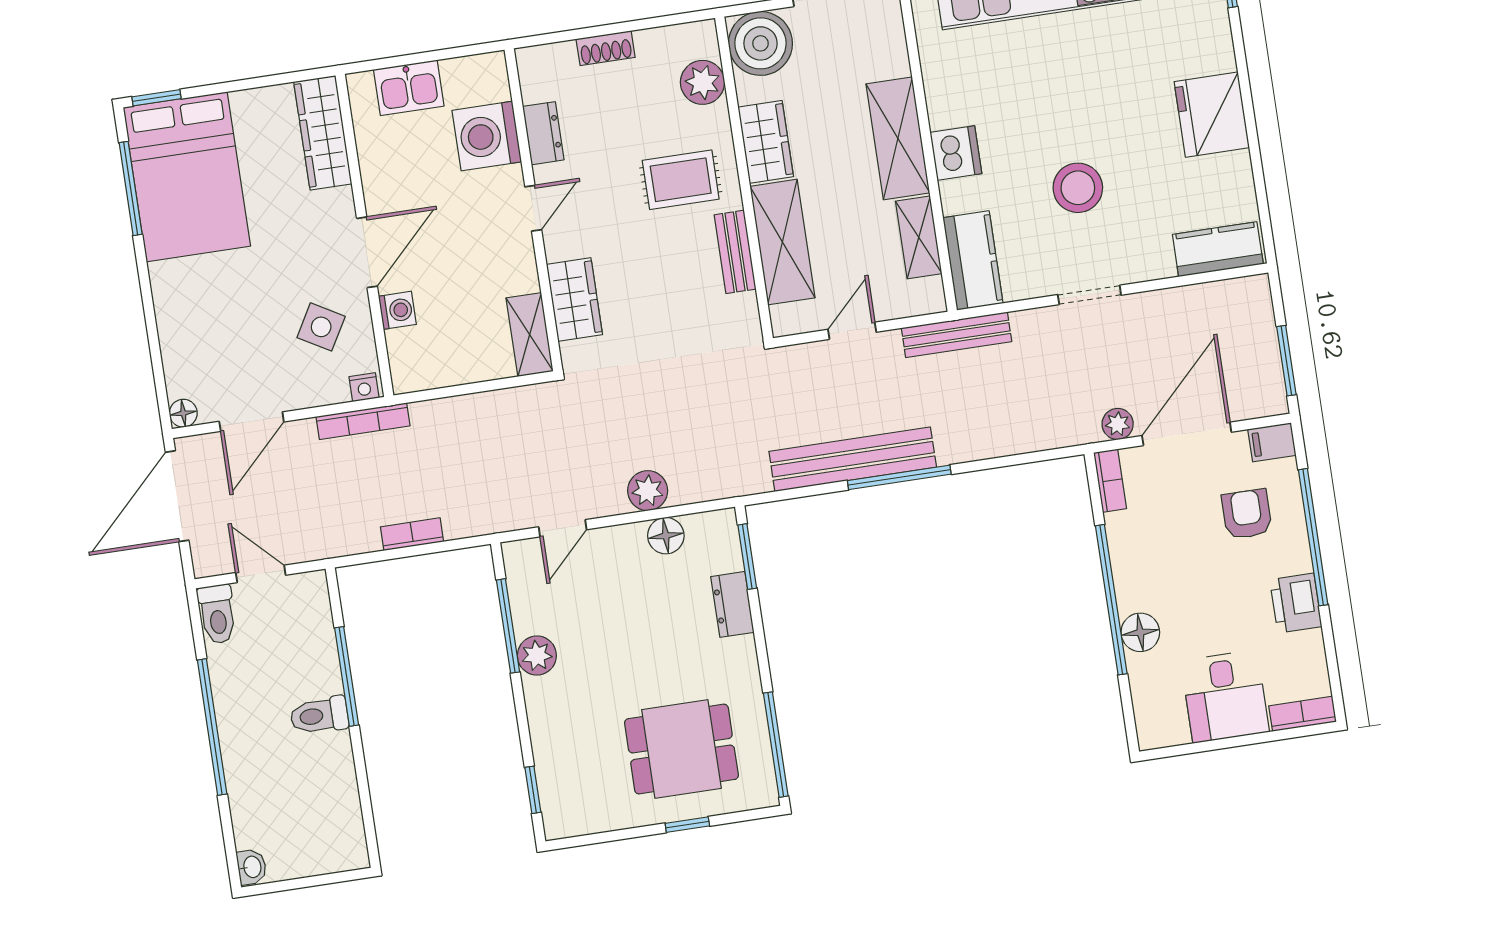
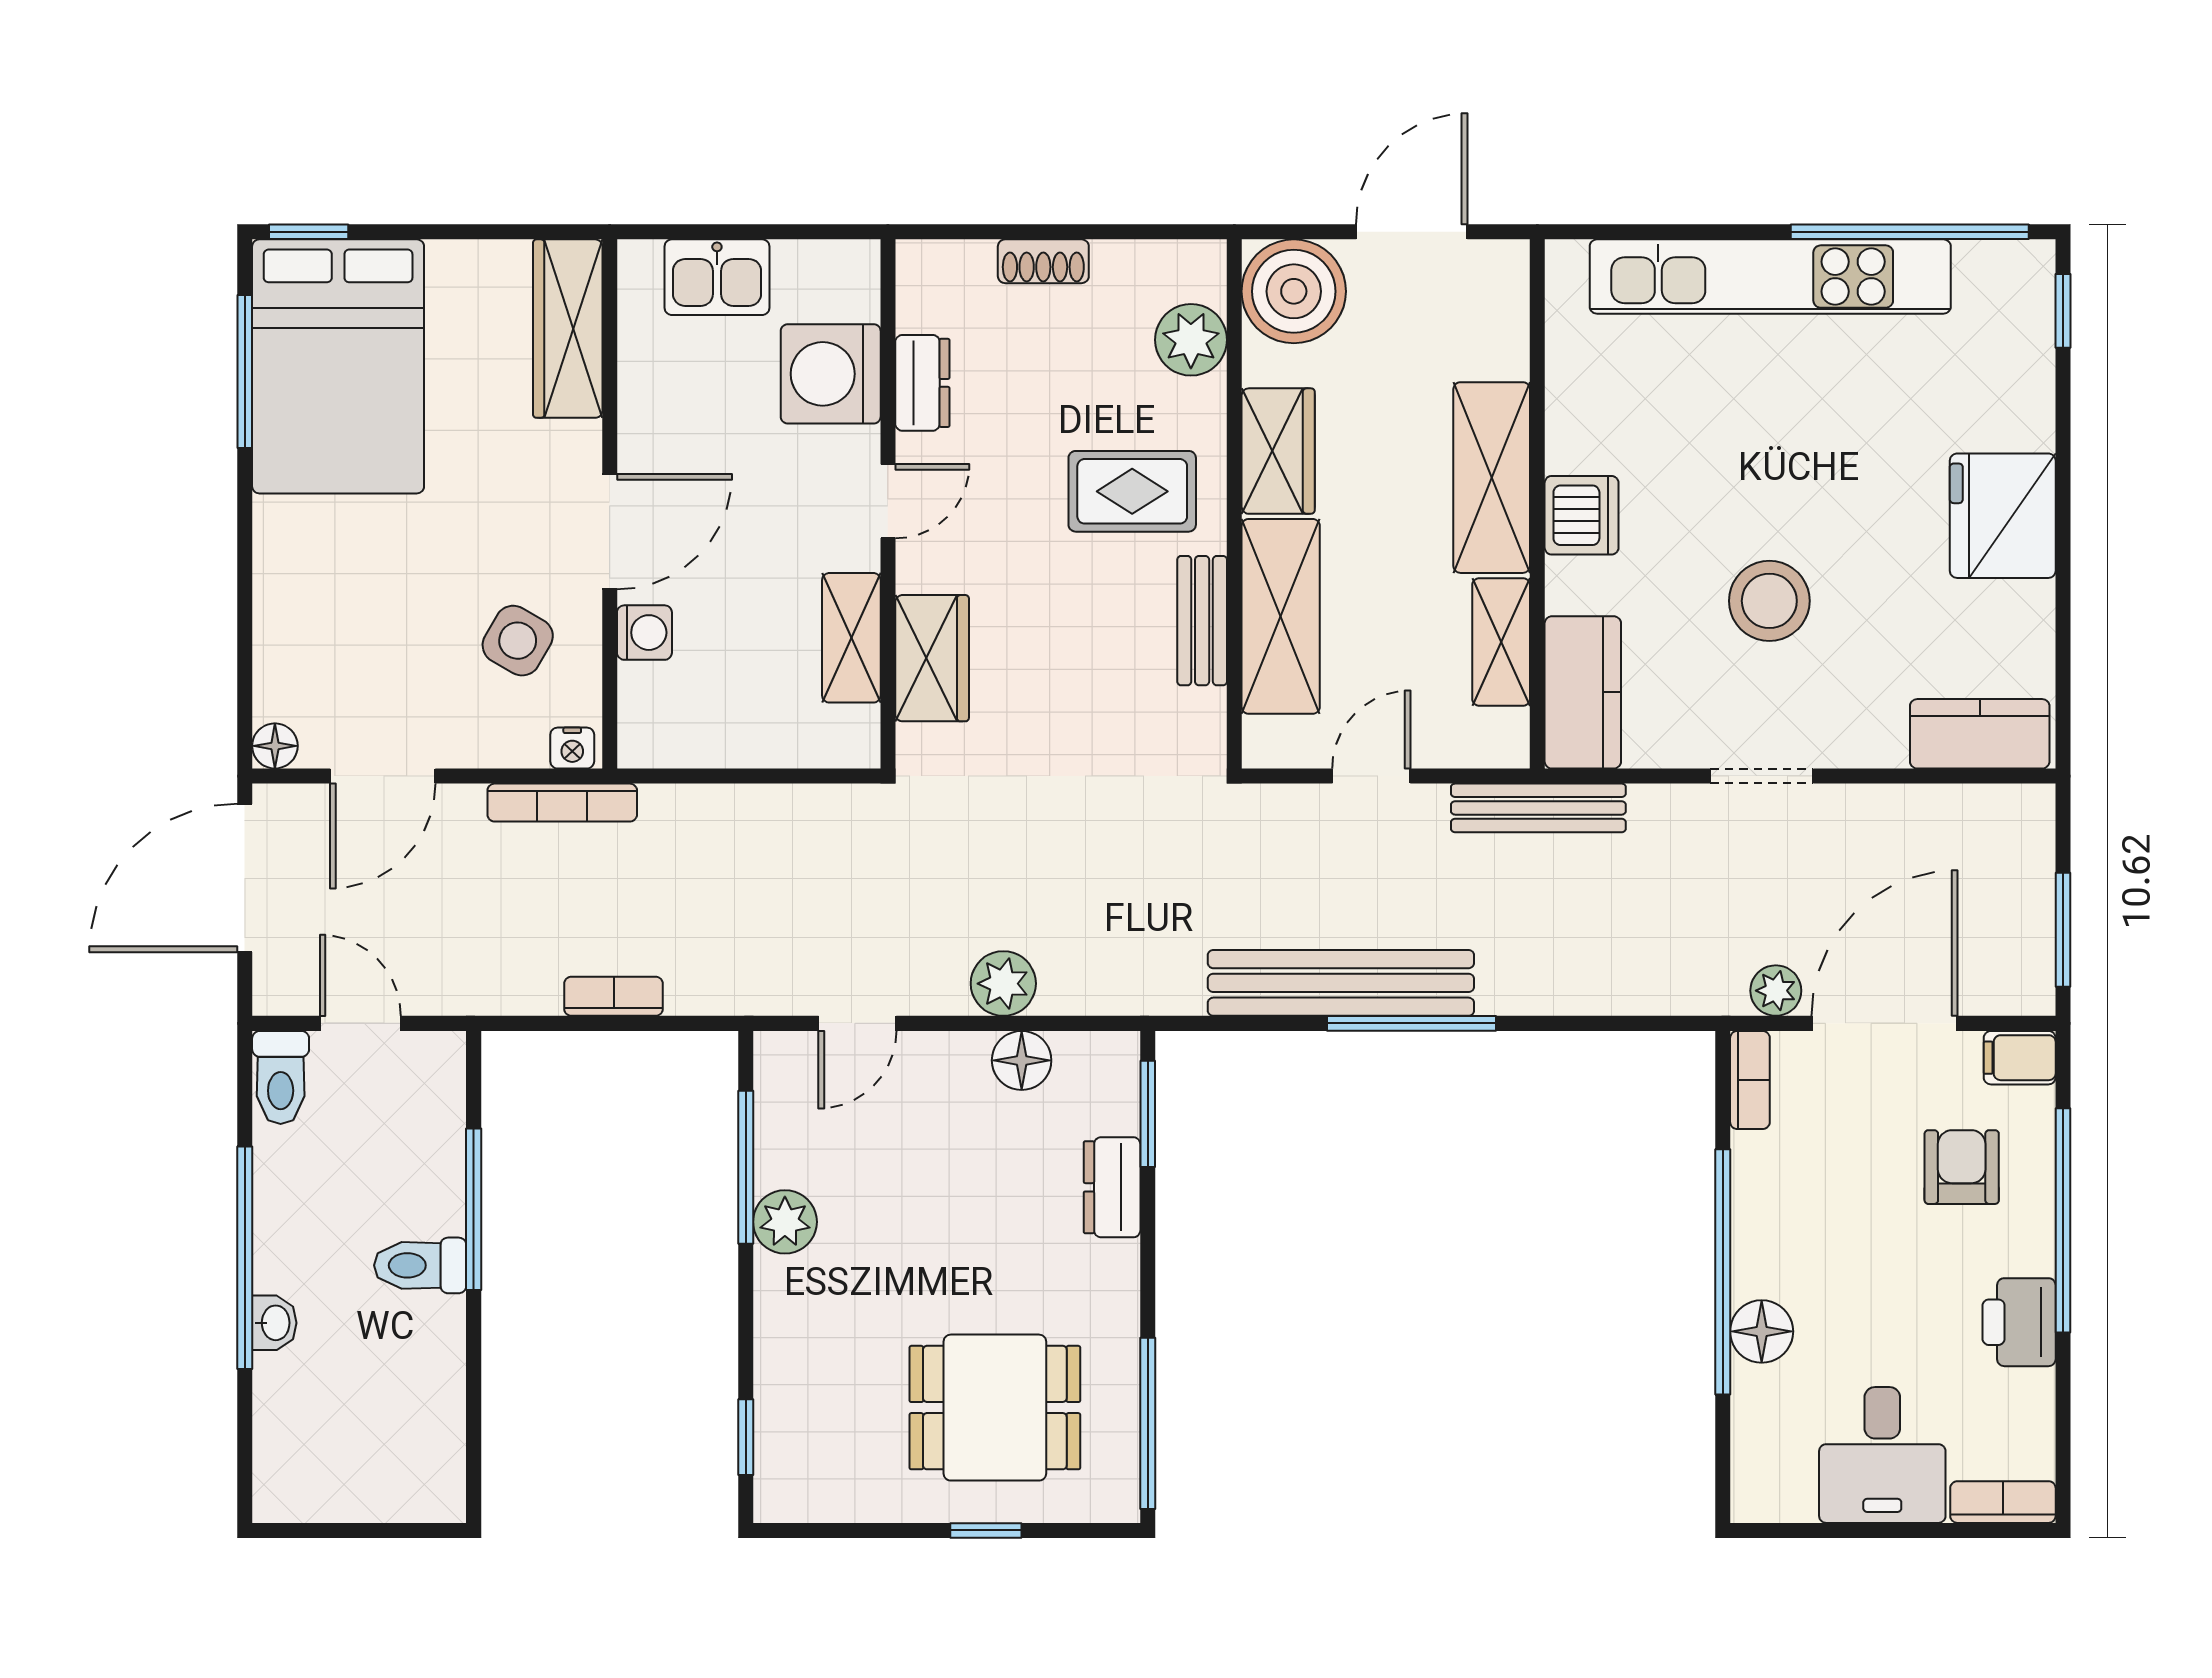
shelving: (530, 335) -> (851, 638), moved
washbasin: (252, 867) -> (274, 1323), moved

